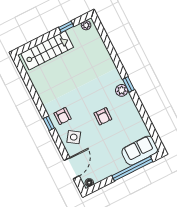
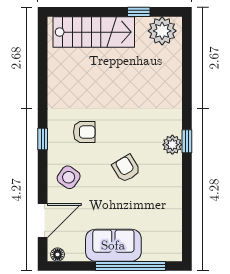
plant: (86, 25) -> (162, 31), width x1.88, depth x1.88
armchair: (63, 116) -> (84, 132), moved, turned -90
armchair: (103, 116) -> (126, 168), turned 147
sofa: (140, 151) -> (113, 245), moved

